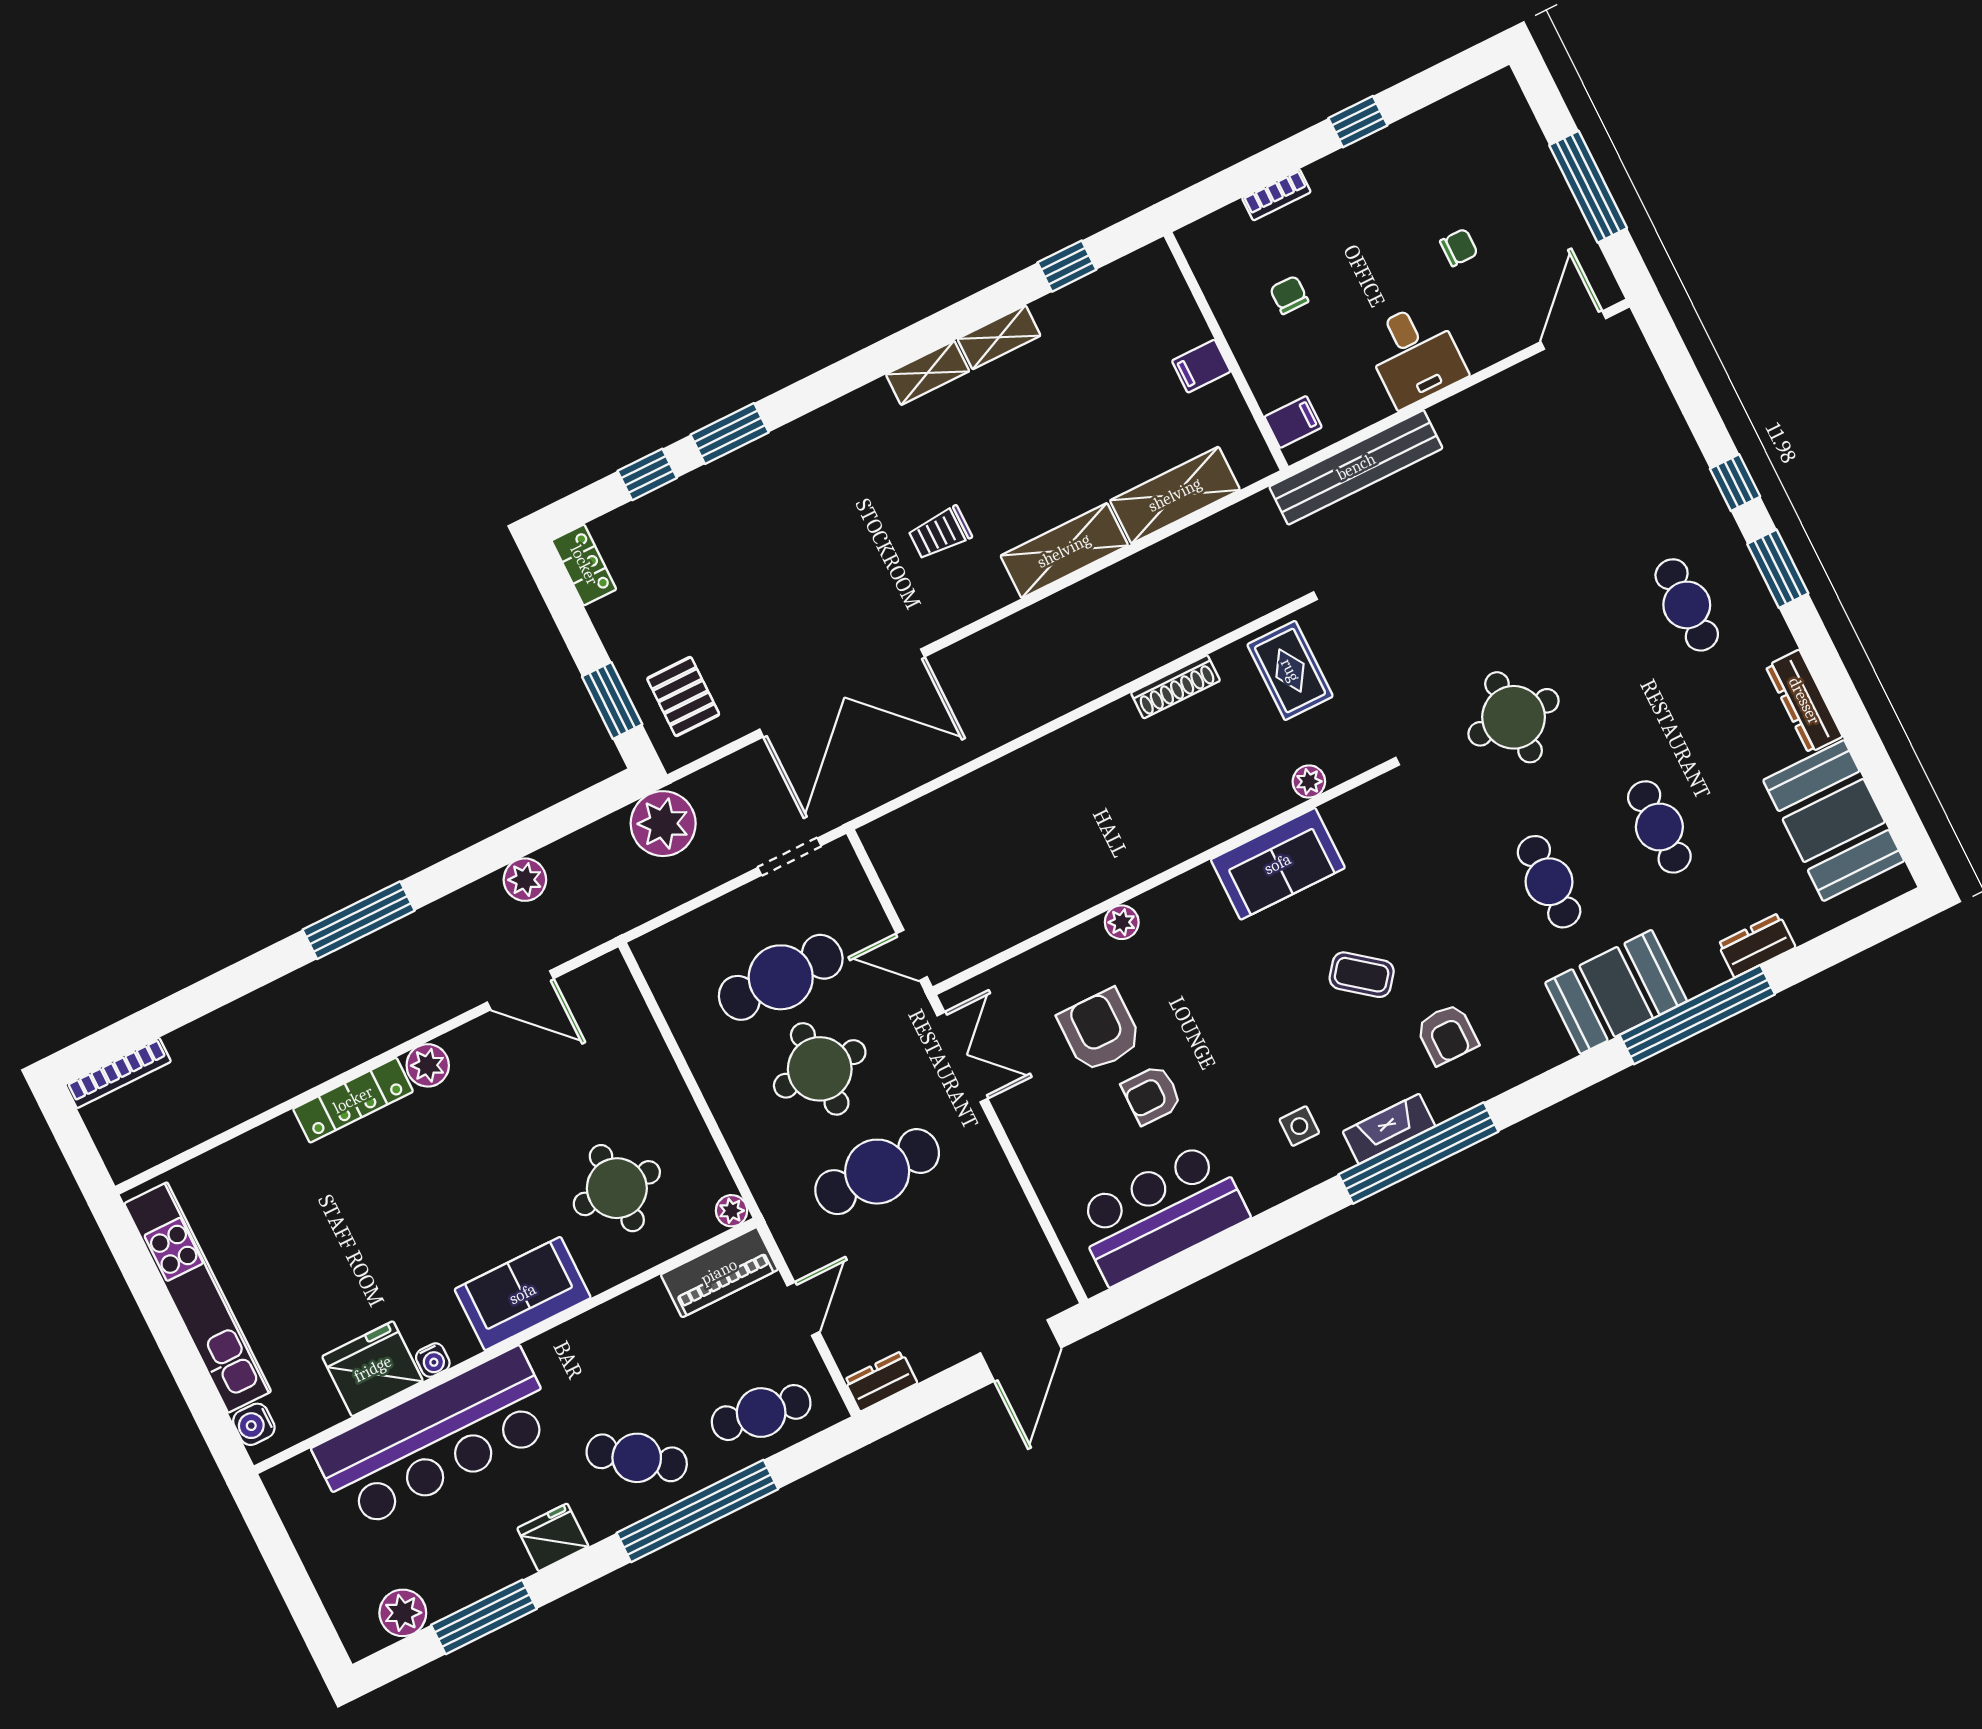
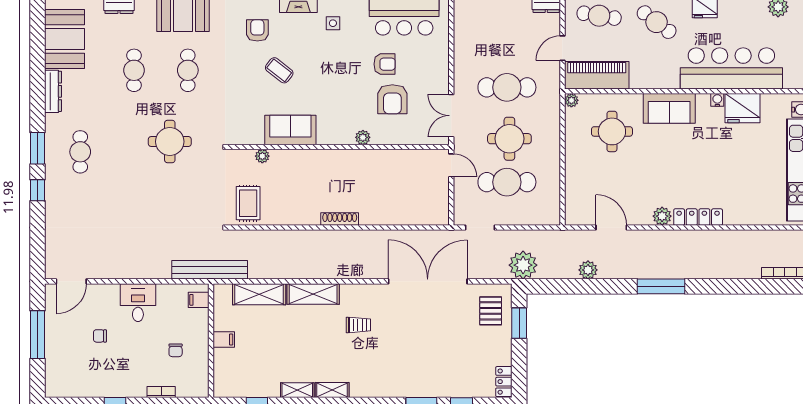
bench: (1356, 467) -> (210, 270), moved
shoe rack: (1175, 687) -> (340, 219), moved
piano: (719, 1272) -> (597, 75), width x1.37, depth x1.33

